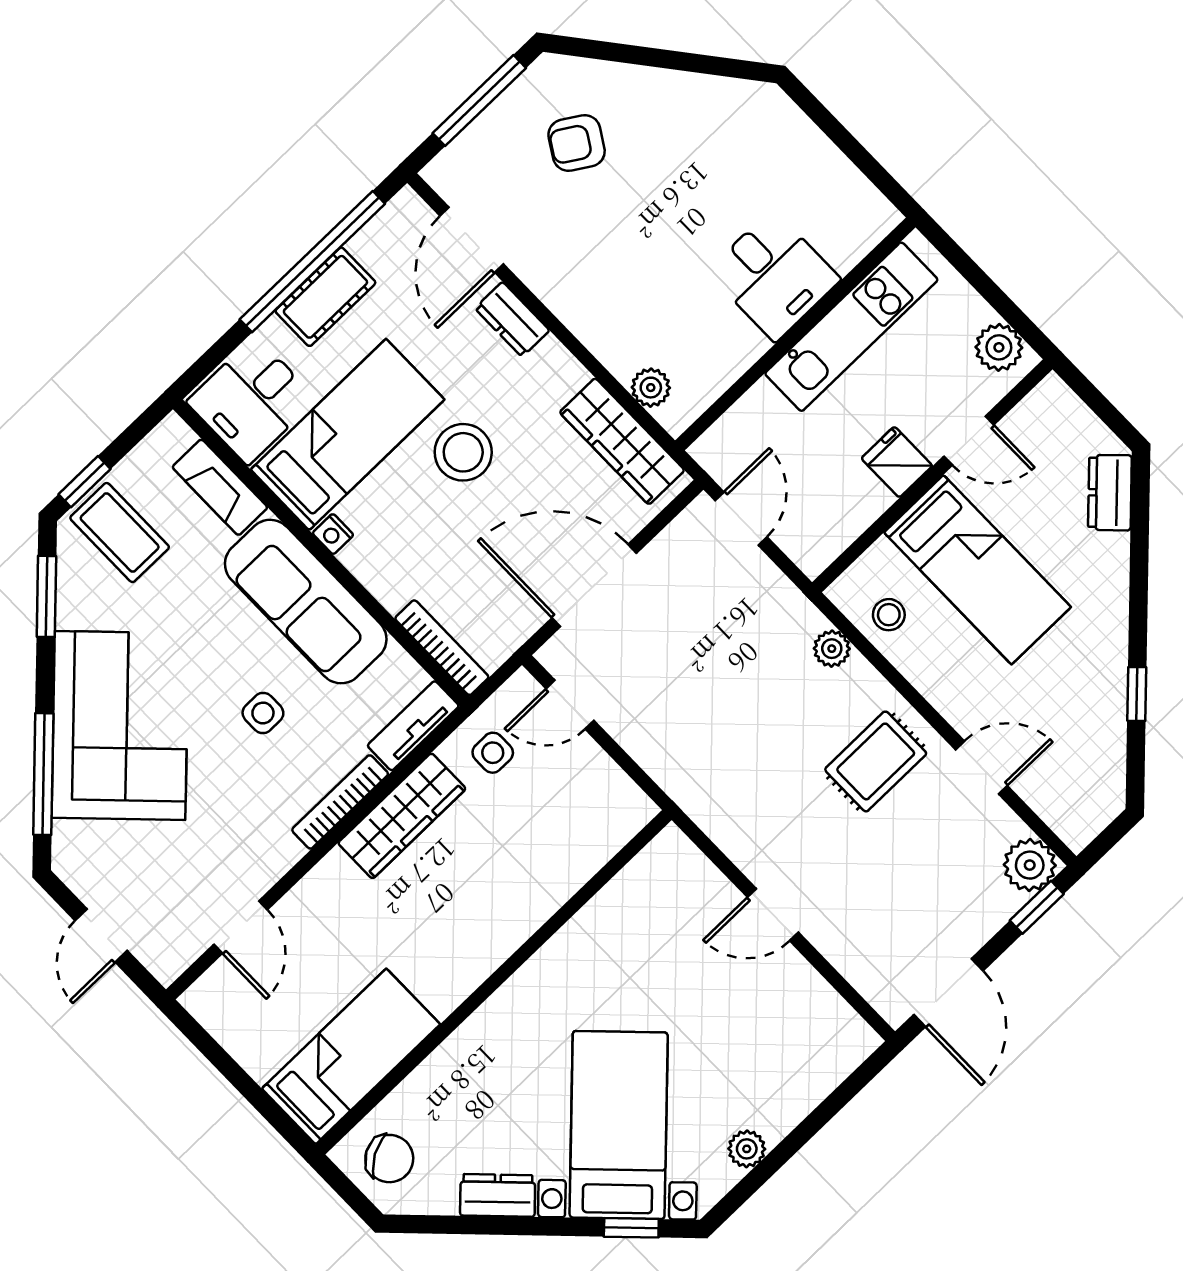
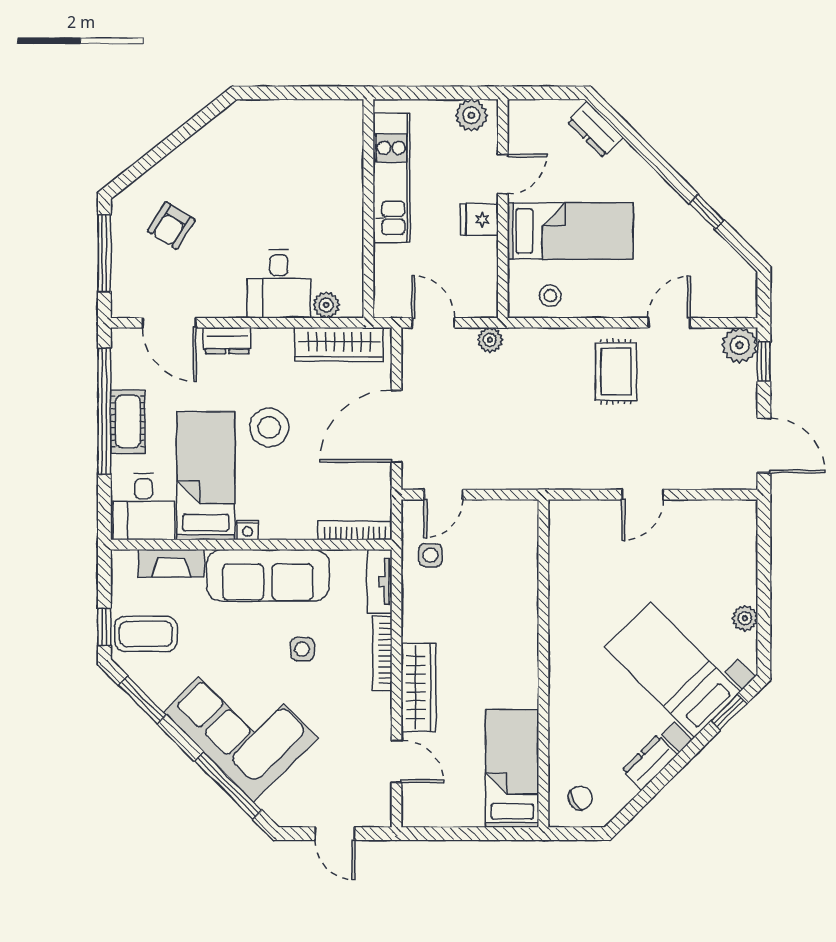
desk: (774, 275) -> (279, 284), moved, turned 90
plant: (832, 649) -> (490, 340), moved
wardrobe: (402, 816) -> (418, 687), moved
chair: (389, 1159) -> (580, 798), width x0.73, depth x0.73

